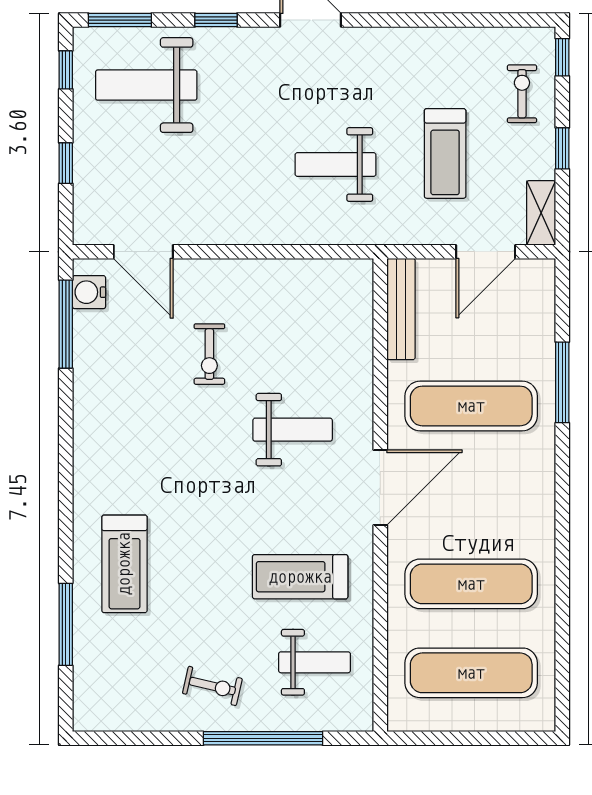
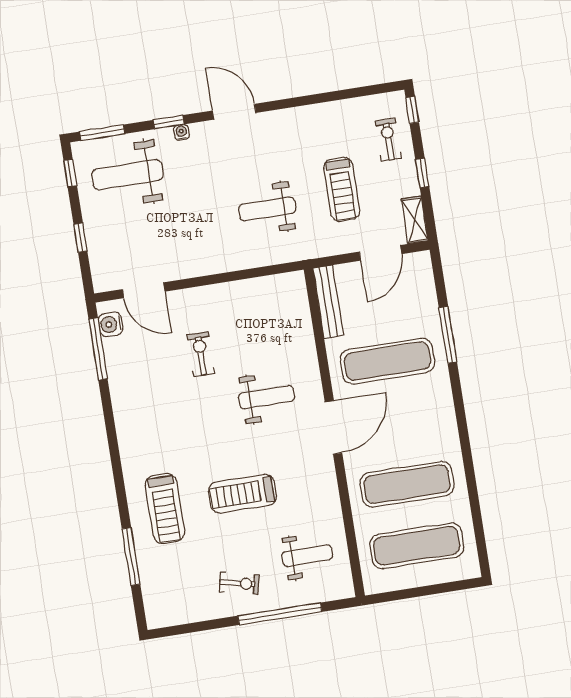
water cooler: (232, 37) -> (181, 132), added
exercise bike: (209, 354) -> (201, 354), turned 180
treadmill: (300, 577) -> (242, 494), moved

